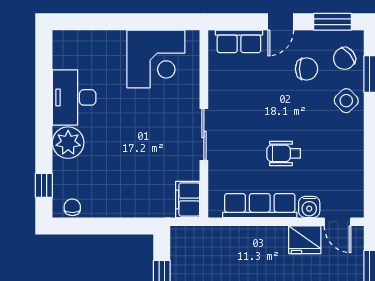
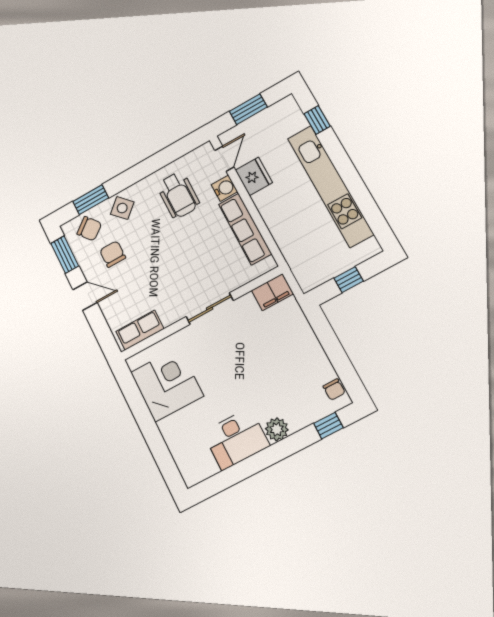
row of seats: (239, 41) -> (140, 330), moved, turned -90
plant: (68, 143) -> (277, 429), width x0.73, depth x0.73
wheelchair: (284, 153) -> (178, 195), moved, width x1.36, depth x1.37
chair: (72, 207) -> (334, 390), turned -90

